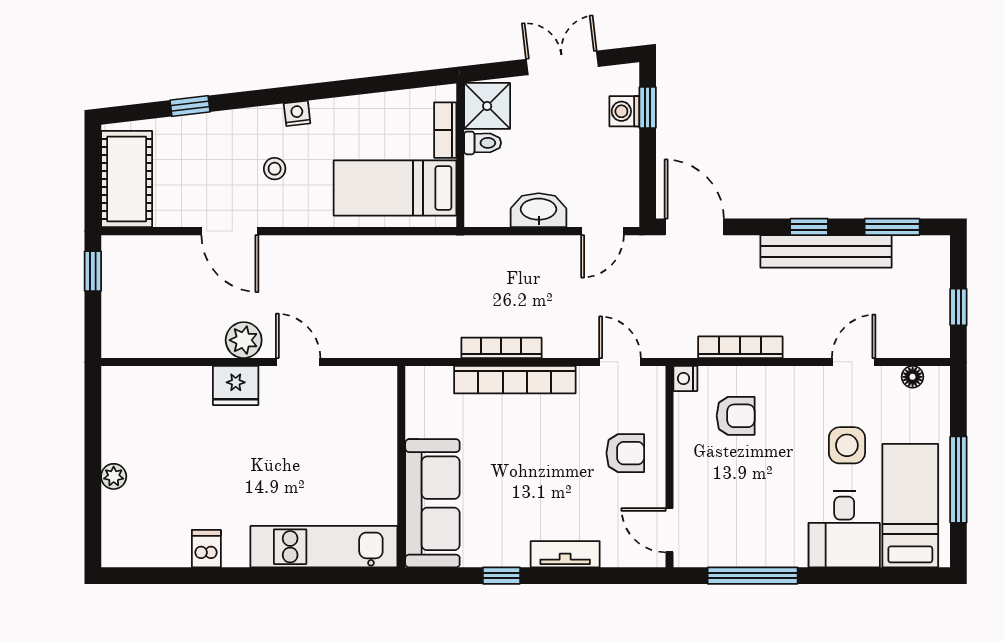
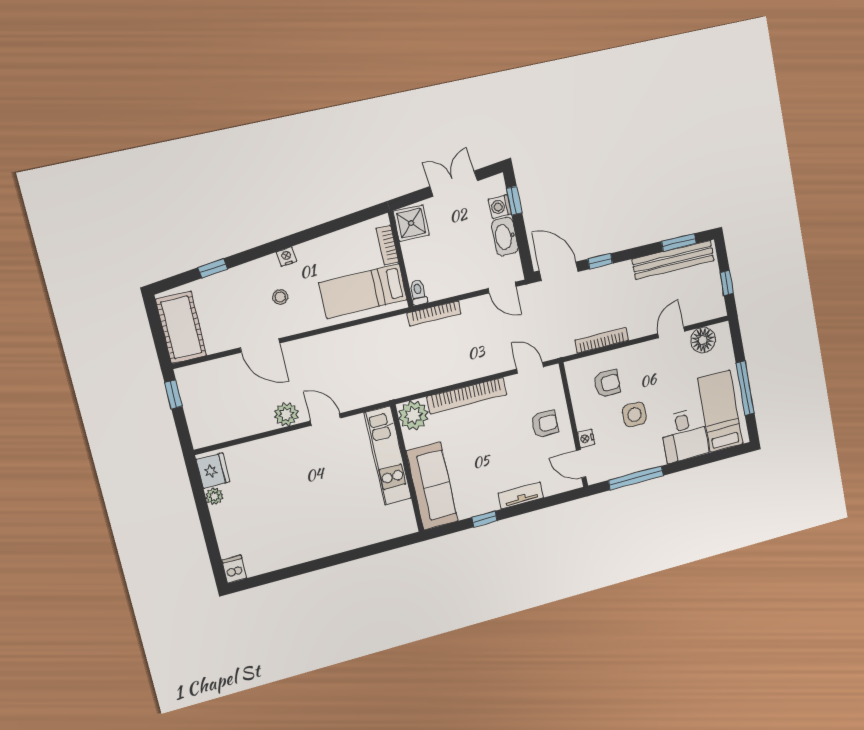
toilet: (483, 143) -> (418, 292), moved, turned -90
washbasin: (539, 210) -> (505, 237), moved, turned -90
window: (809, 227) -> (600, 261), moved
door: (602, 231) -> (502, 288), hinge flipped
bench: (826, 251) -> (673, 260), moved
bookcase: (501, 348) -> (434, 313), moved, turned 180
floor lamp: (913, 377) -> (703, 340), width x1.89, depth x1.89
nightstand: (685, 378) -> (586, 439), moved
fridge: (236, 385) -> (213, 471), moved, turned -90
plant: (428, 389) -> (413, 415), added
side table: (847, 445) -> (634, 415), moved
plant: (114, 476) -> (214, 496), moved
kitchen unit: (324, 547) -> (388, 456), moved, turned -90
dishwasher: (206, 549) -> (234, 569), moved

